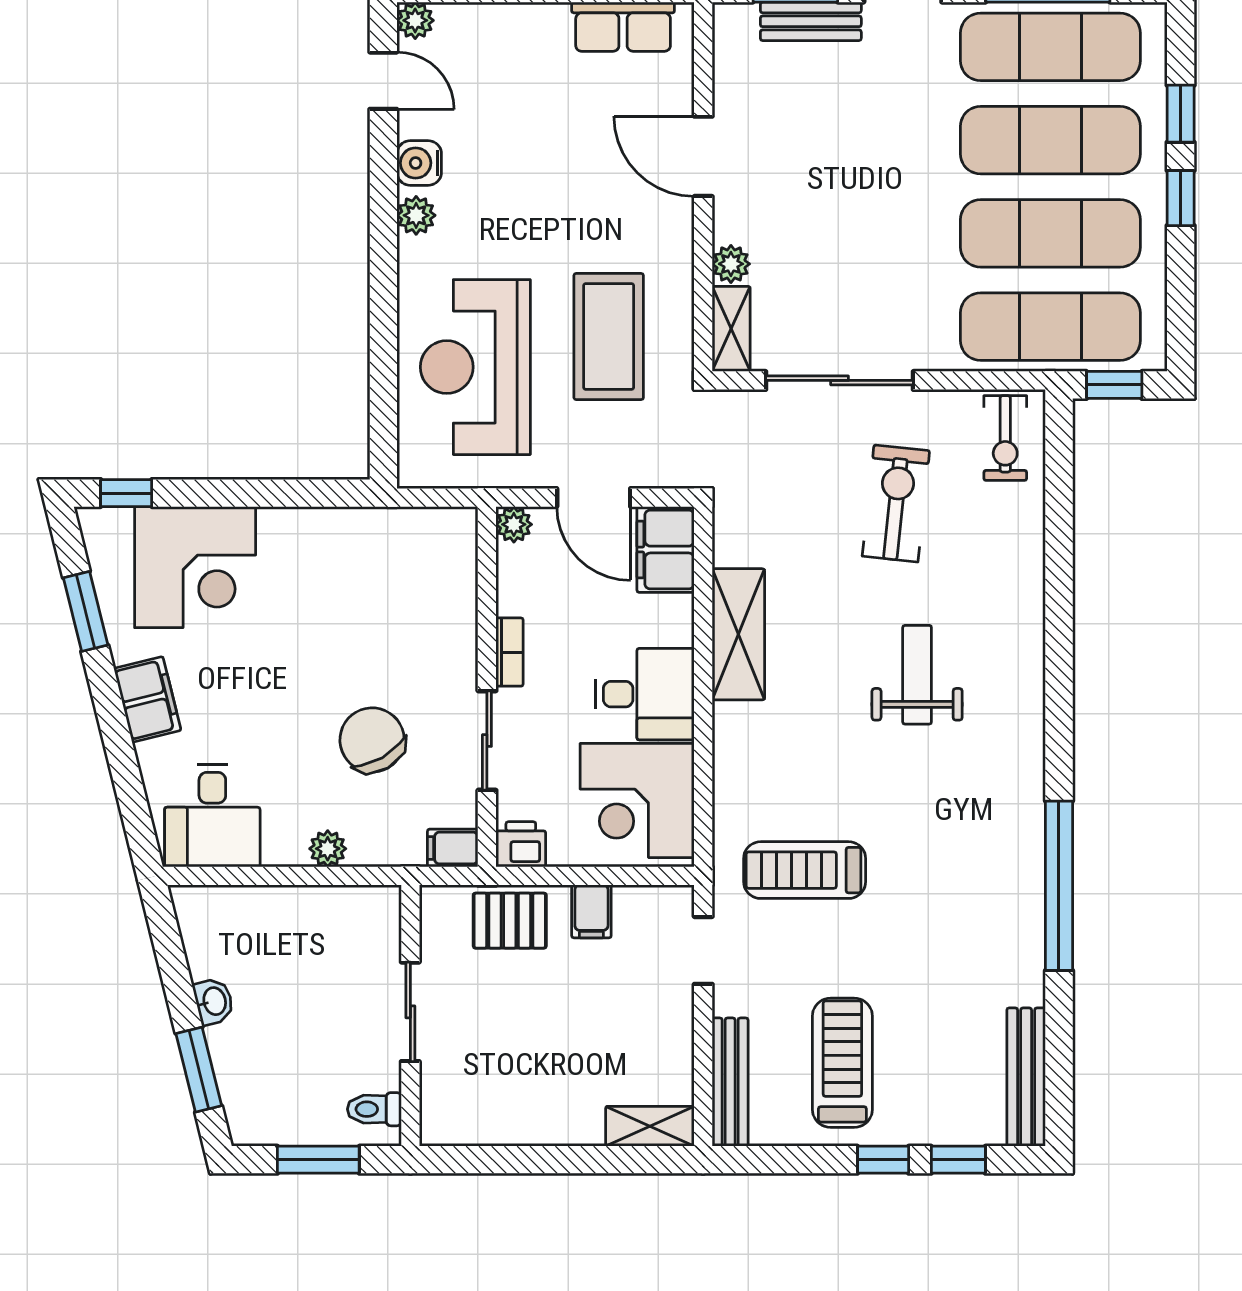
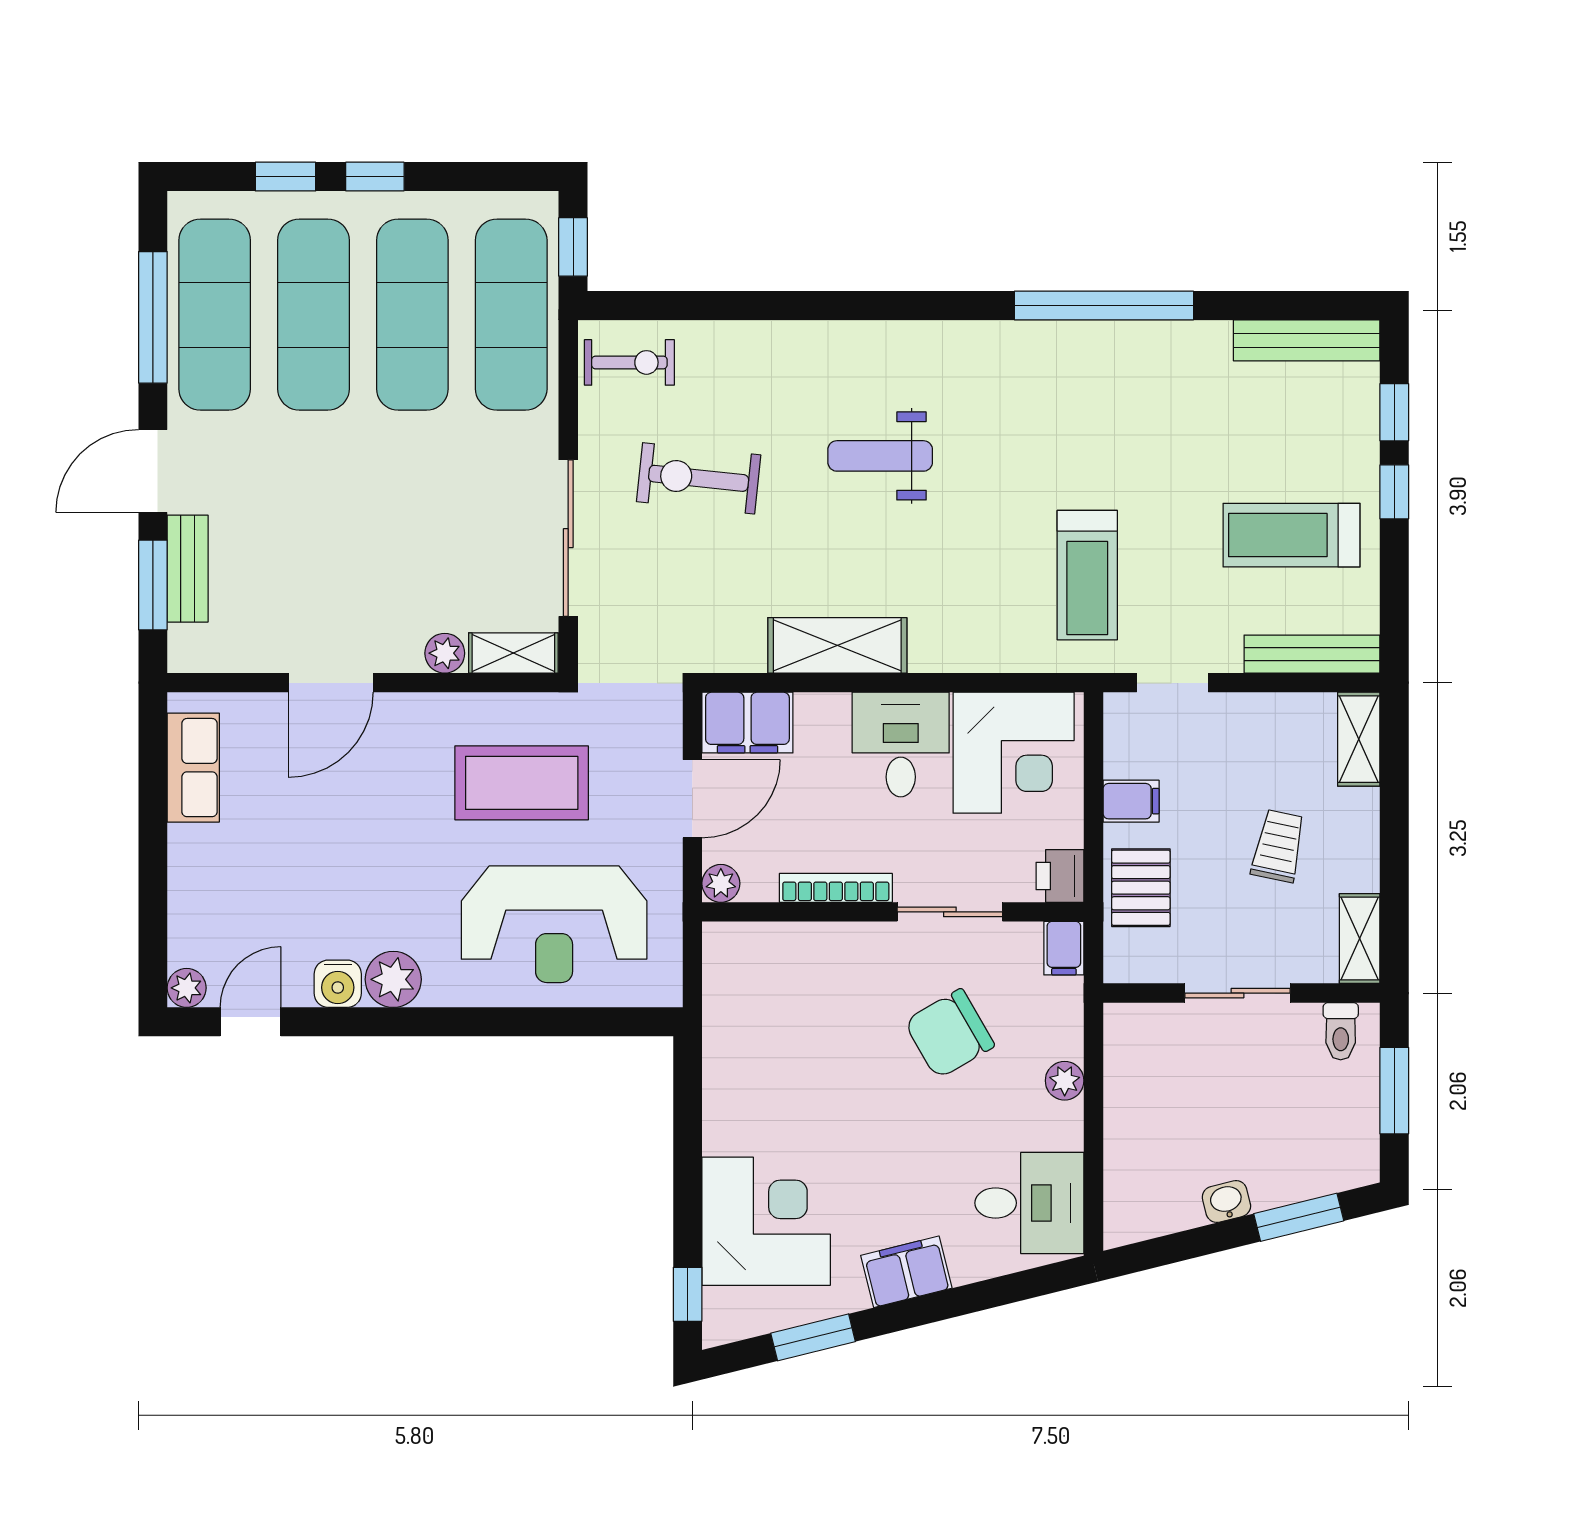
plant: (416, 215) -> (393, 979), width x1.38, depth x1.38
bookcase: (510, 652) -> (836, 888), width x1.56
trolley: (549, 1050) -> (1278, 846), added
shelving: (462, 1127) -> (1360, 939), added

